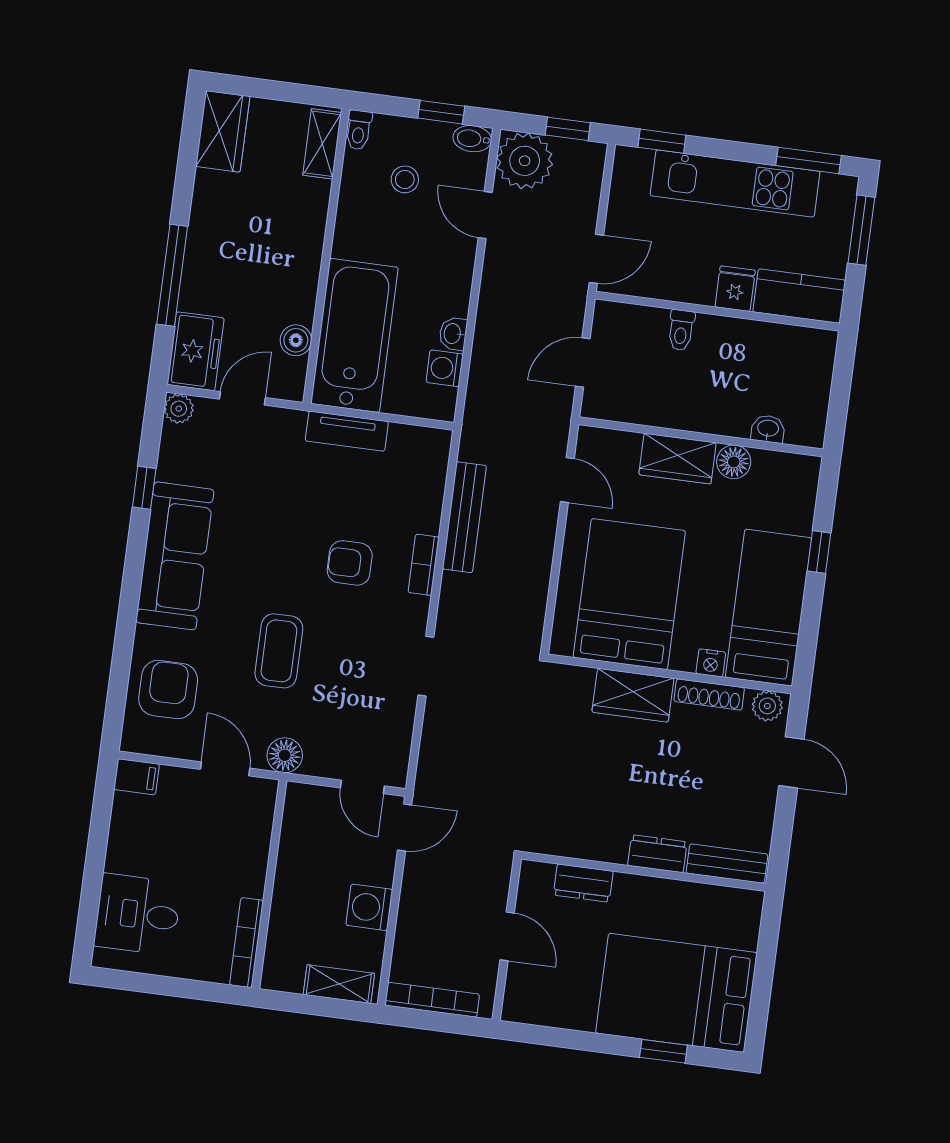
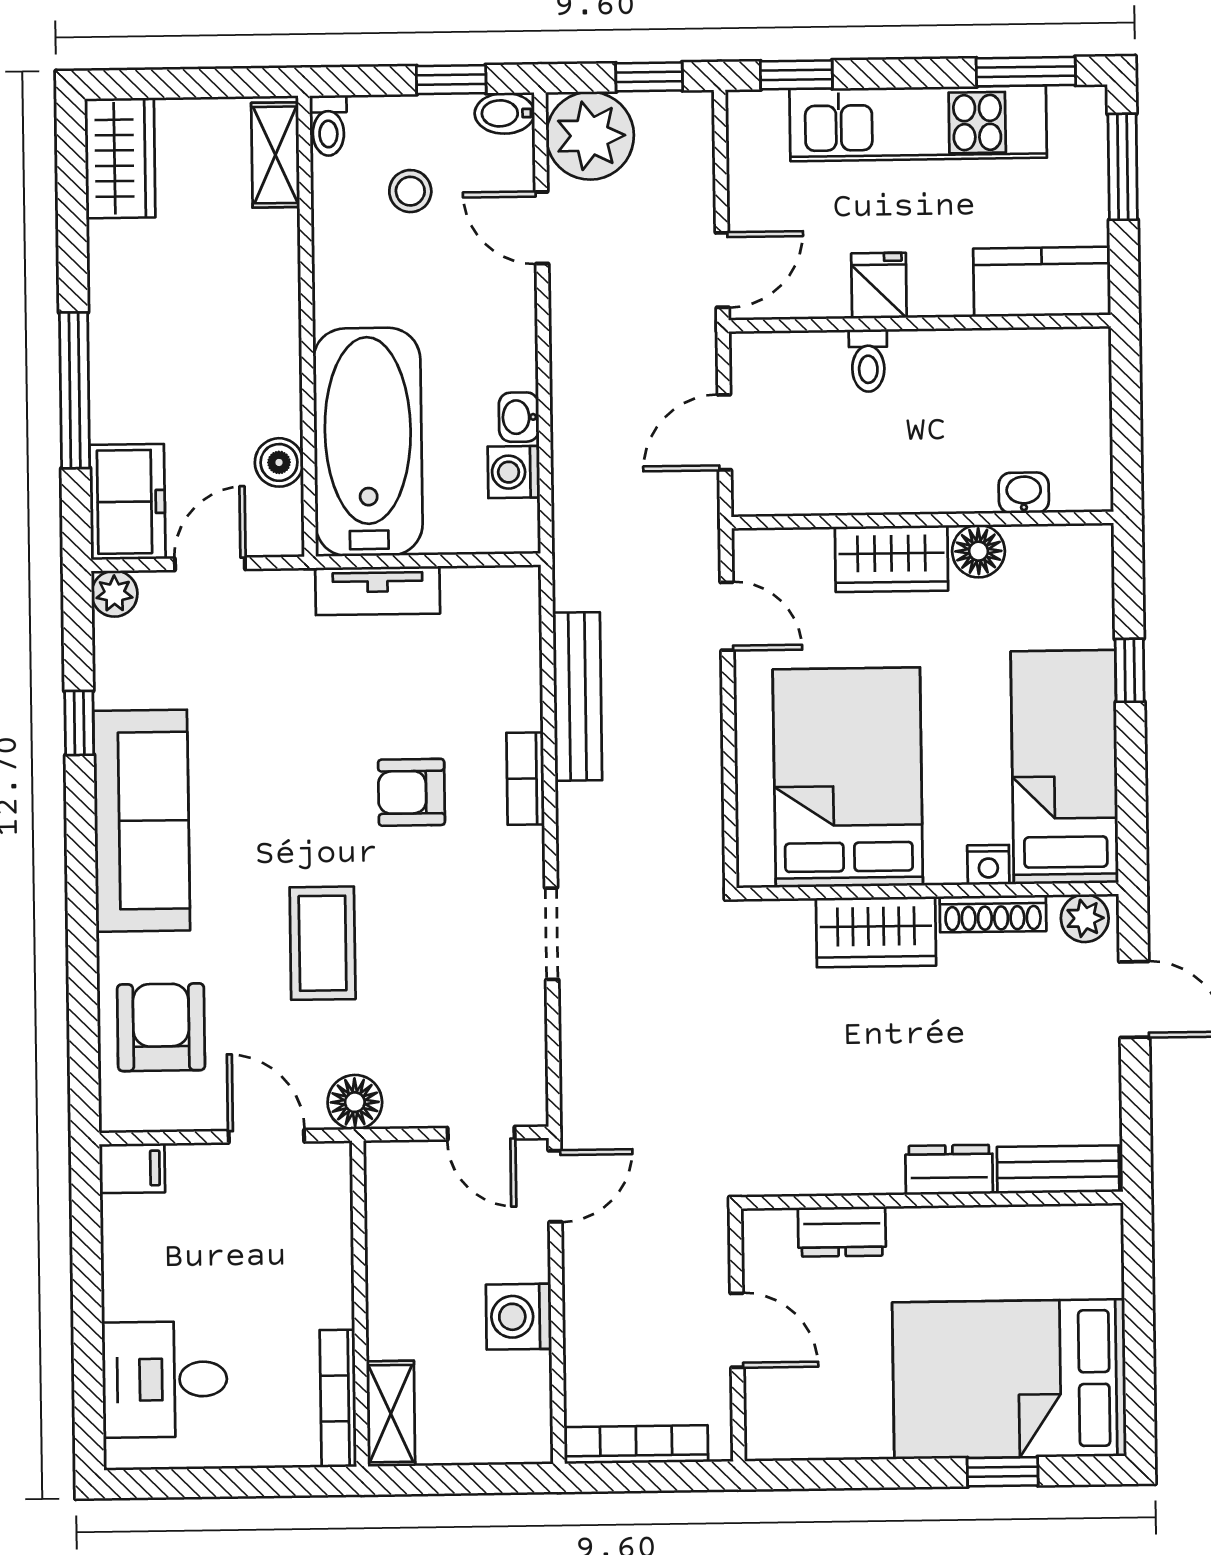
fridge: (735, 289) -> (879, 286), moved
shelving: (339, 984) -> (391, 1414), moved, turned 90

